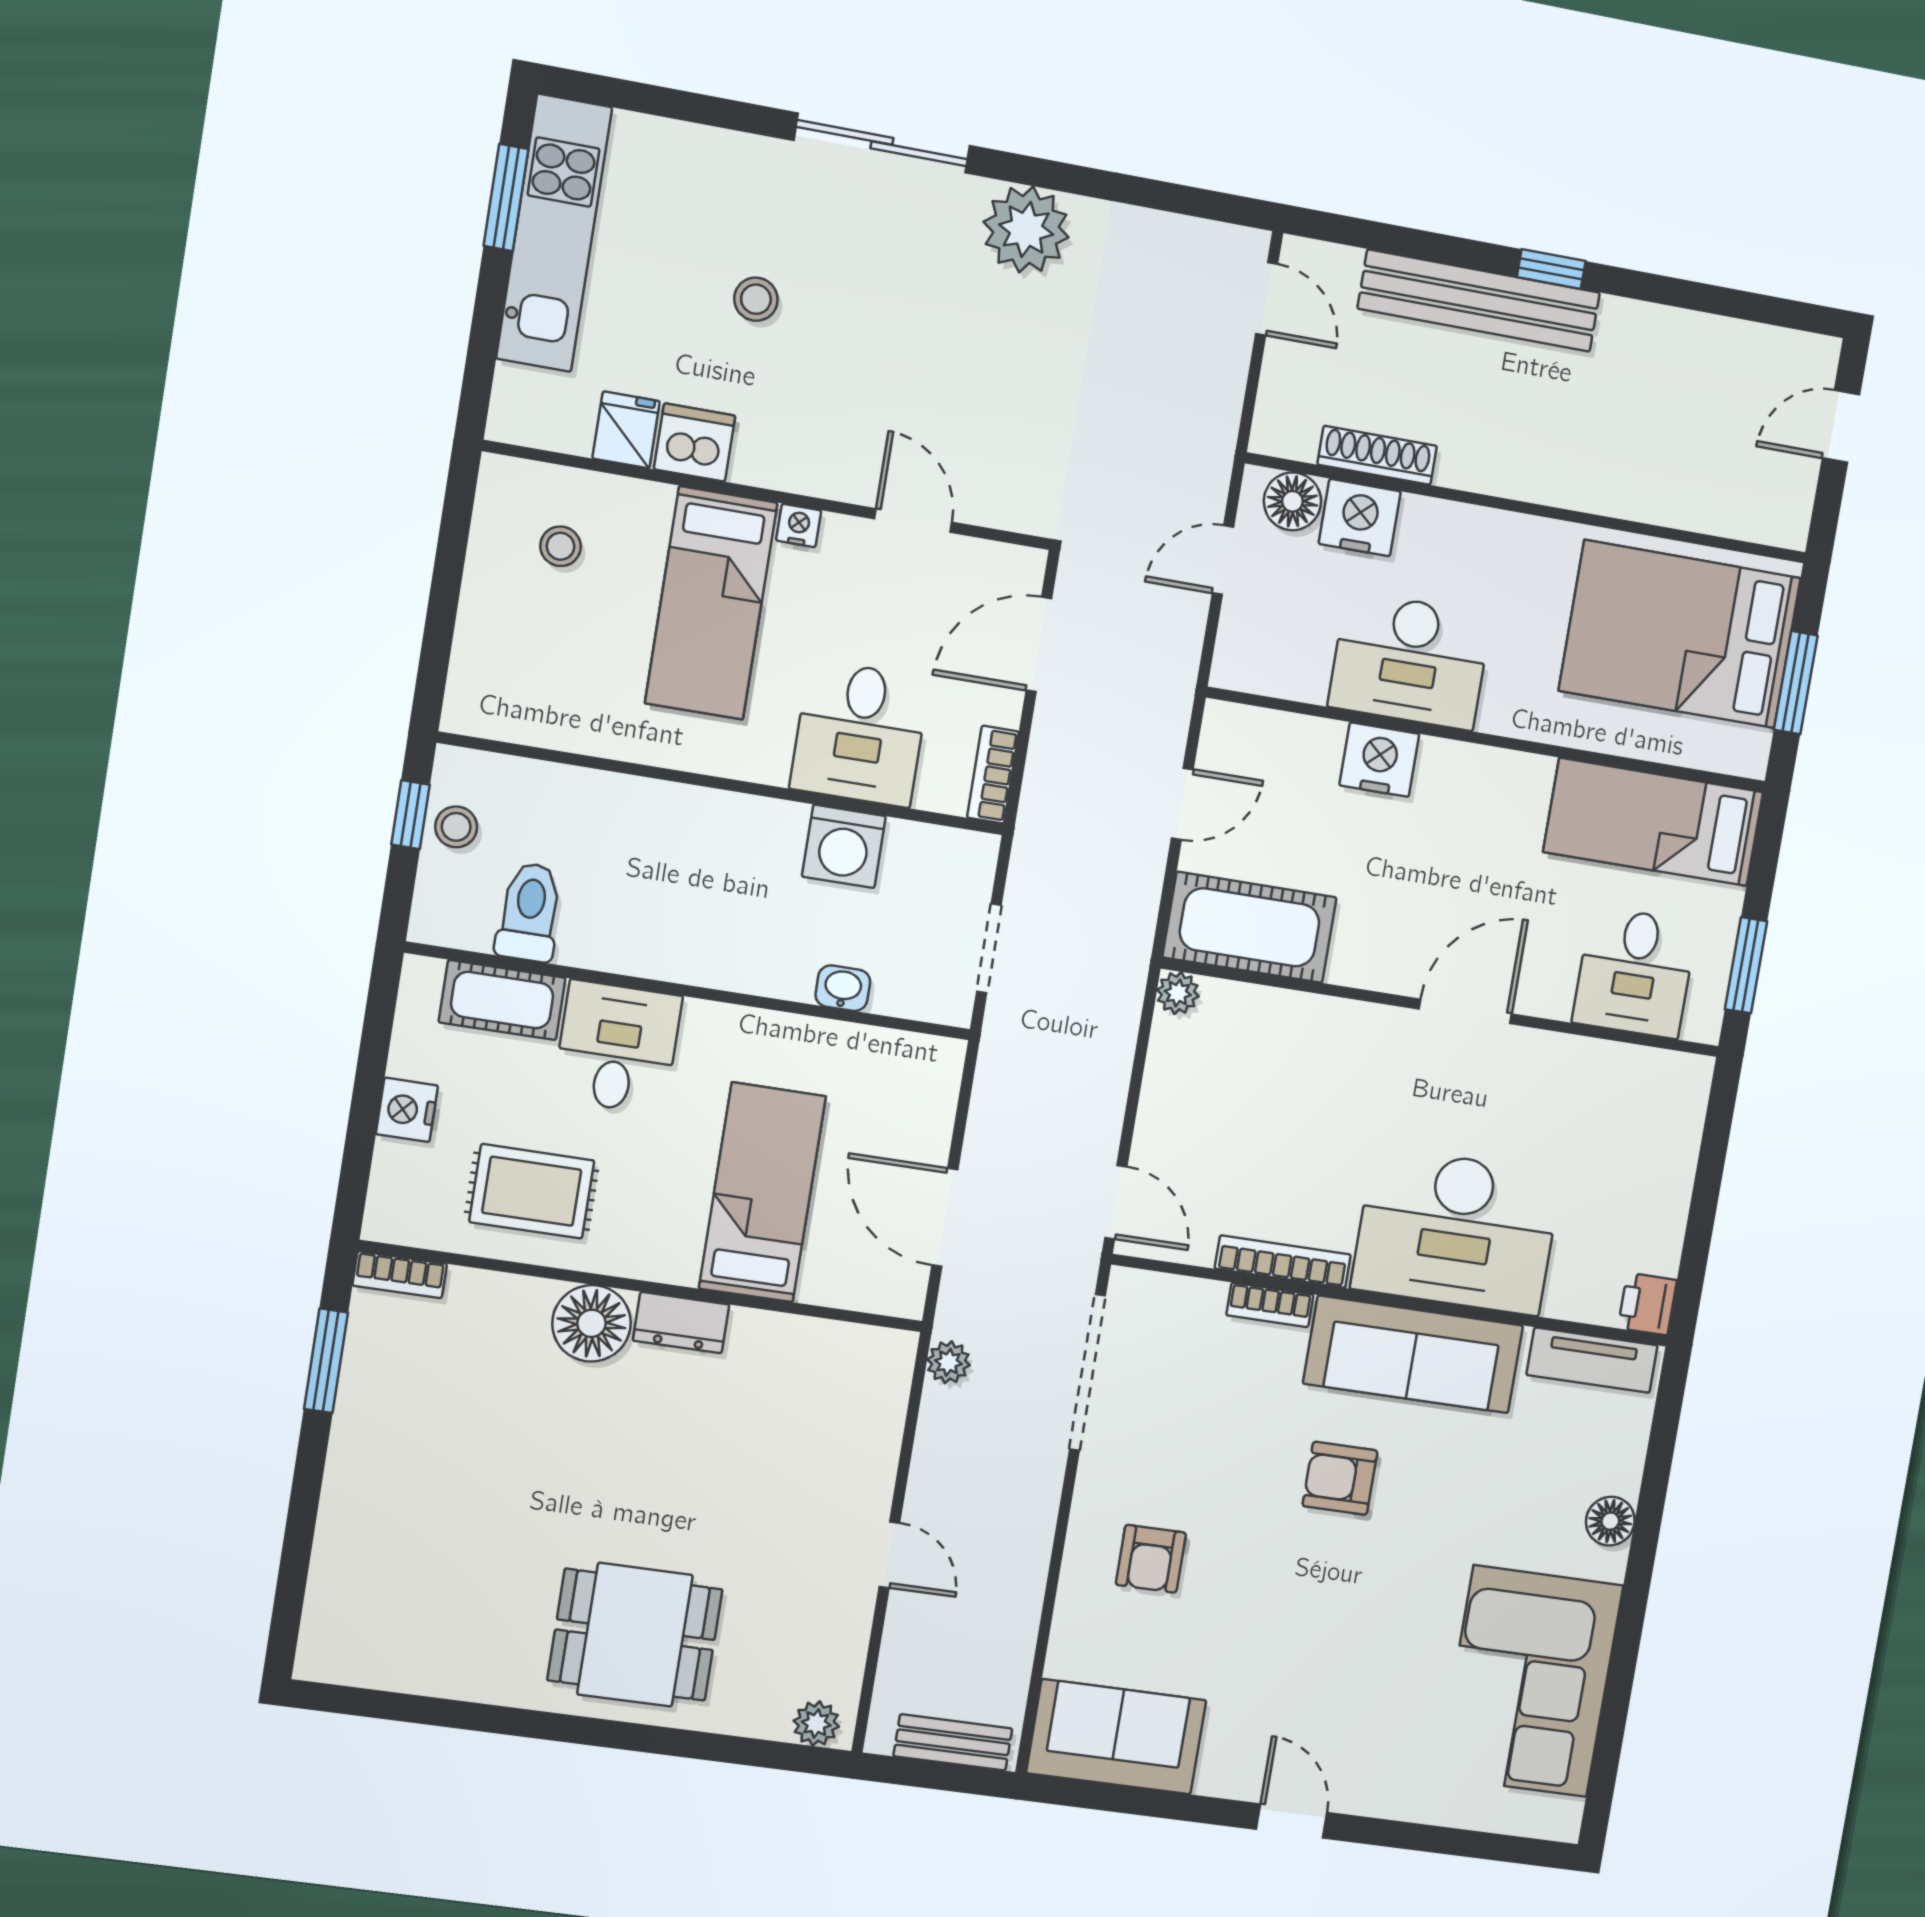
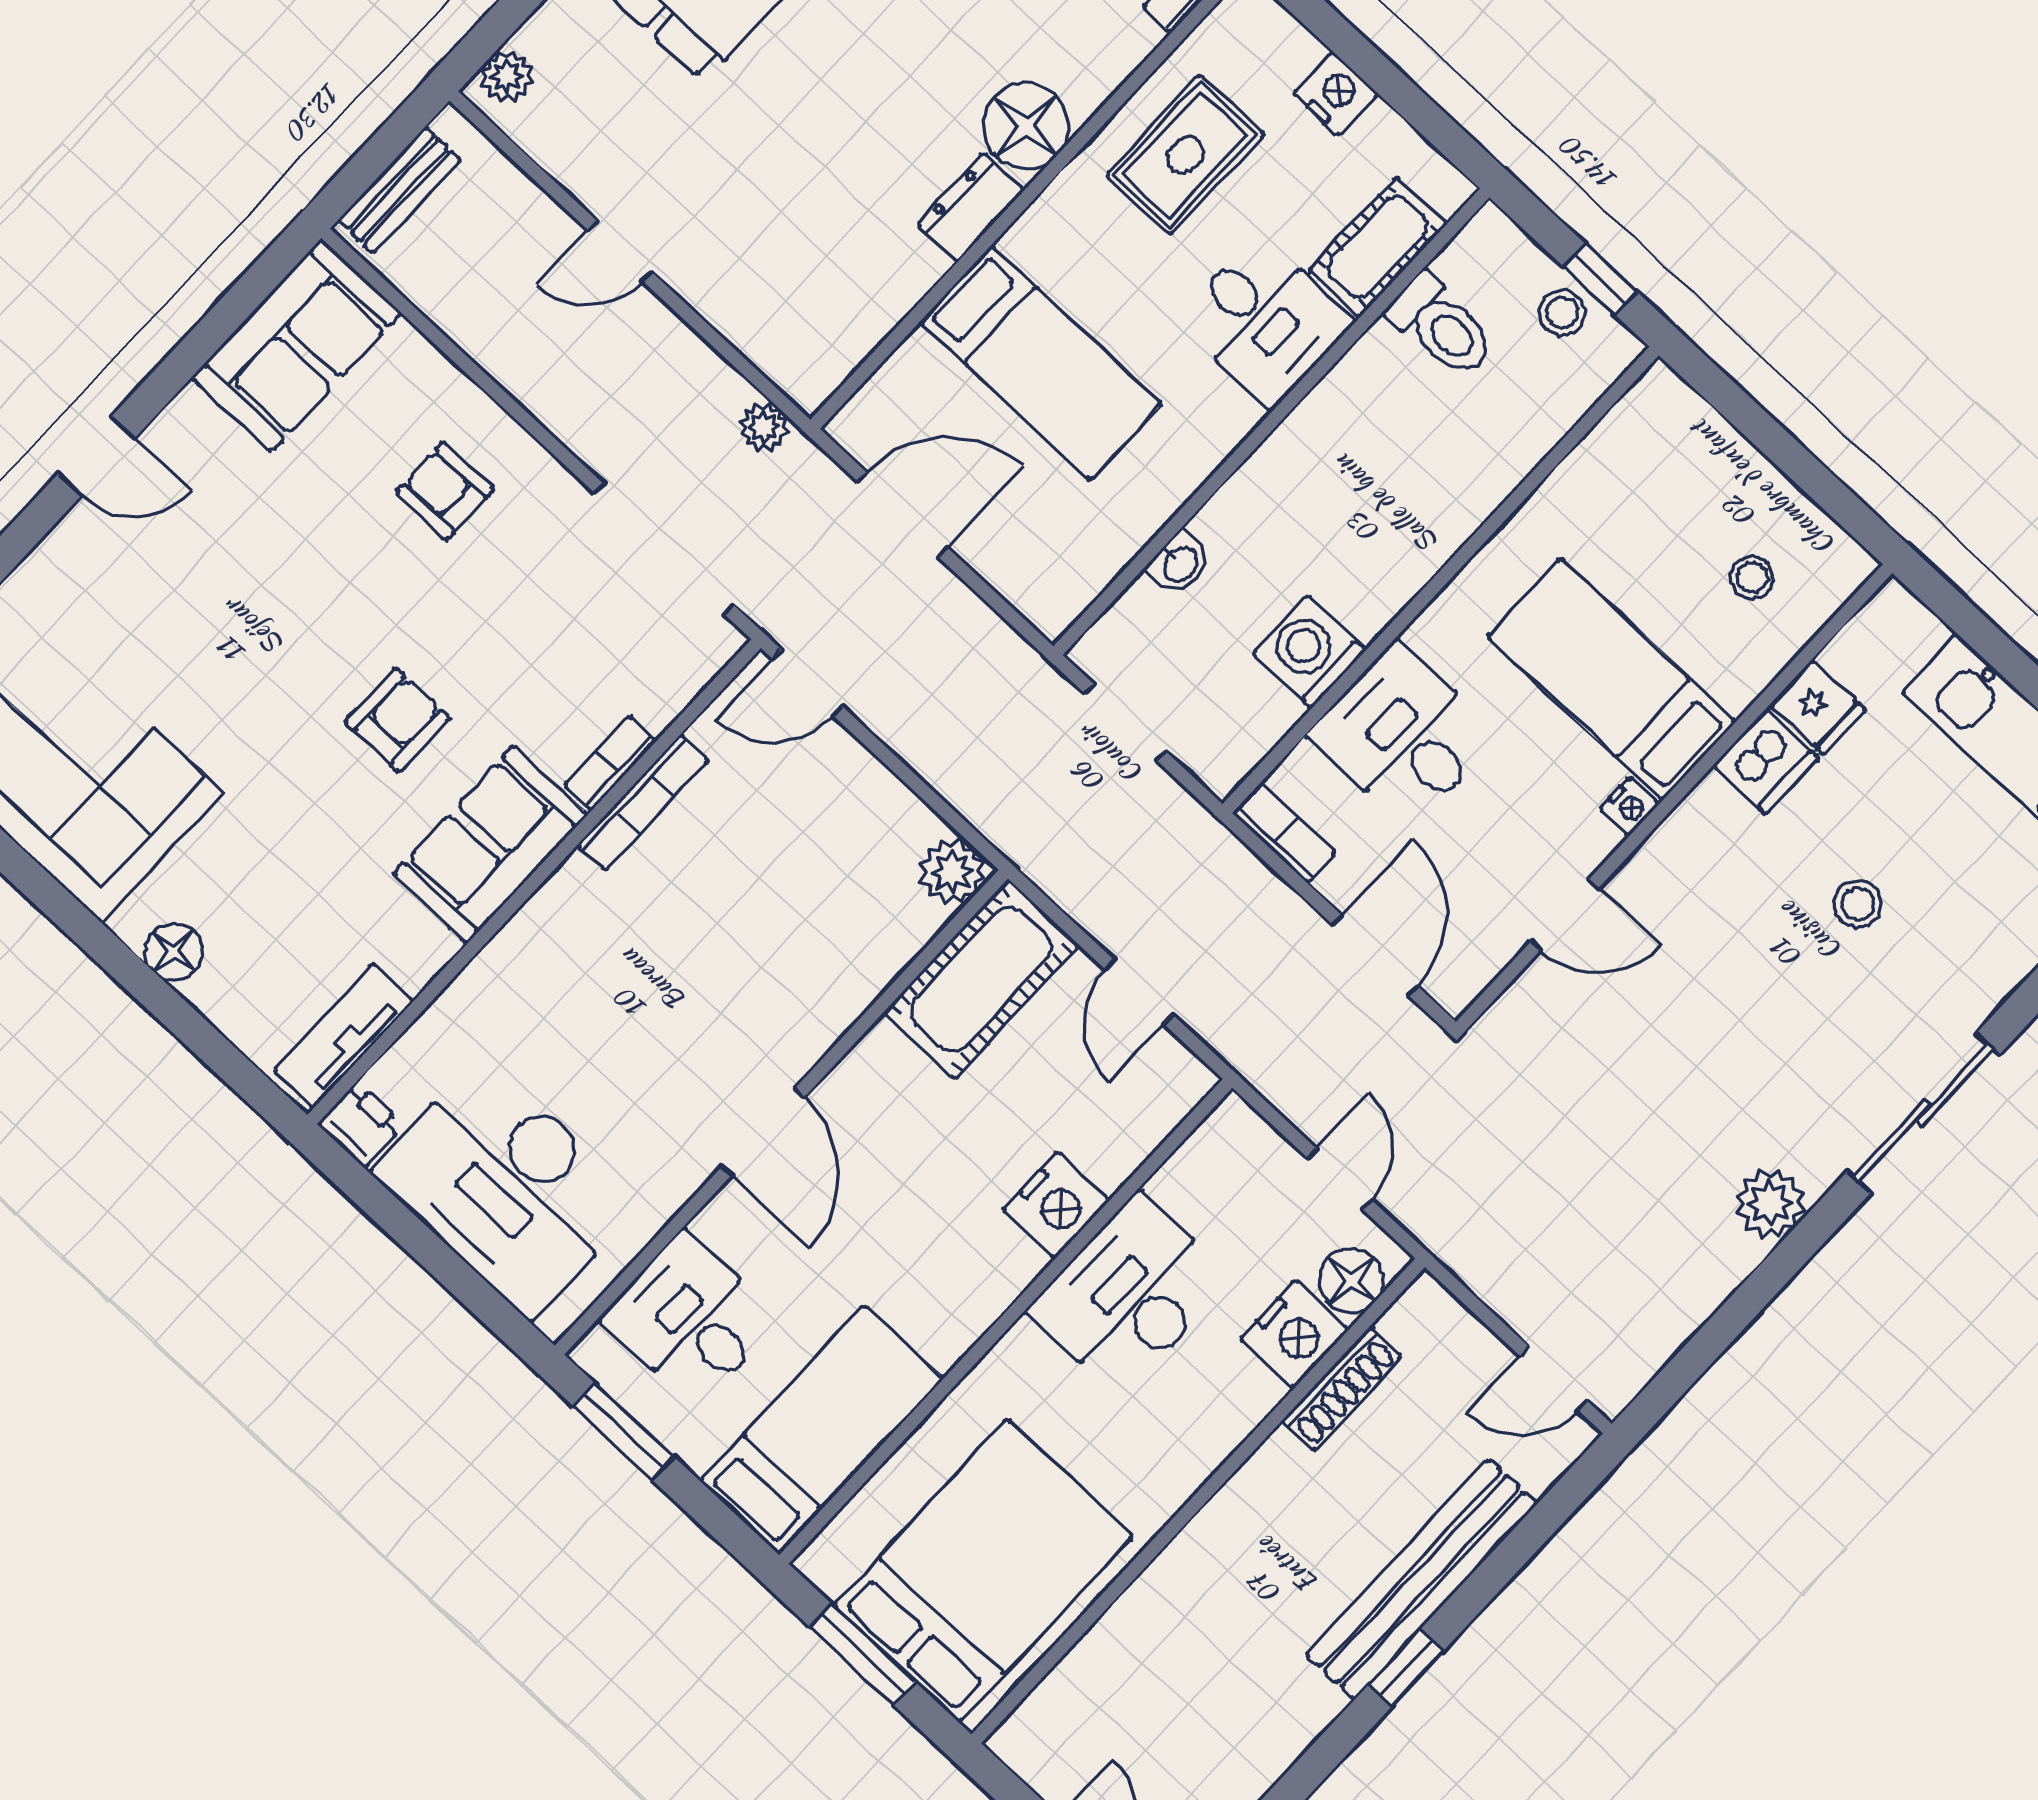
plant: (1026, 229) -> (1770, 1203), width x0.73, depth x0.73
plant: (1178, 993) -> (952, 871), width x1.38, depth x1.38
desk: (1456, 1231) -> (507, 1187), moved, turned -90
sofa: (1413, 1354) -> (490, 844), width x0.73

